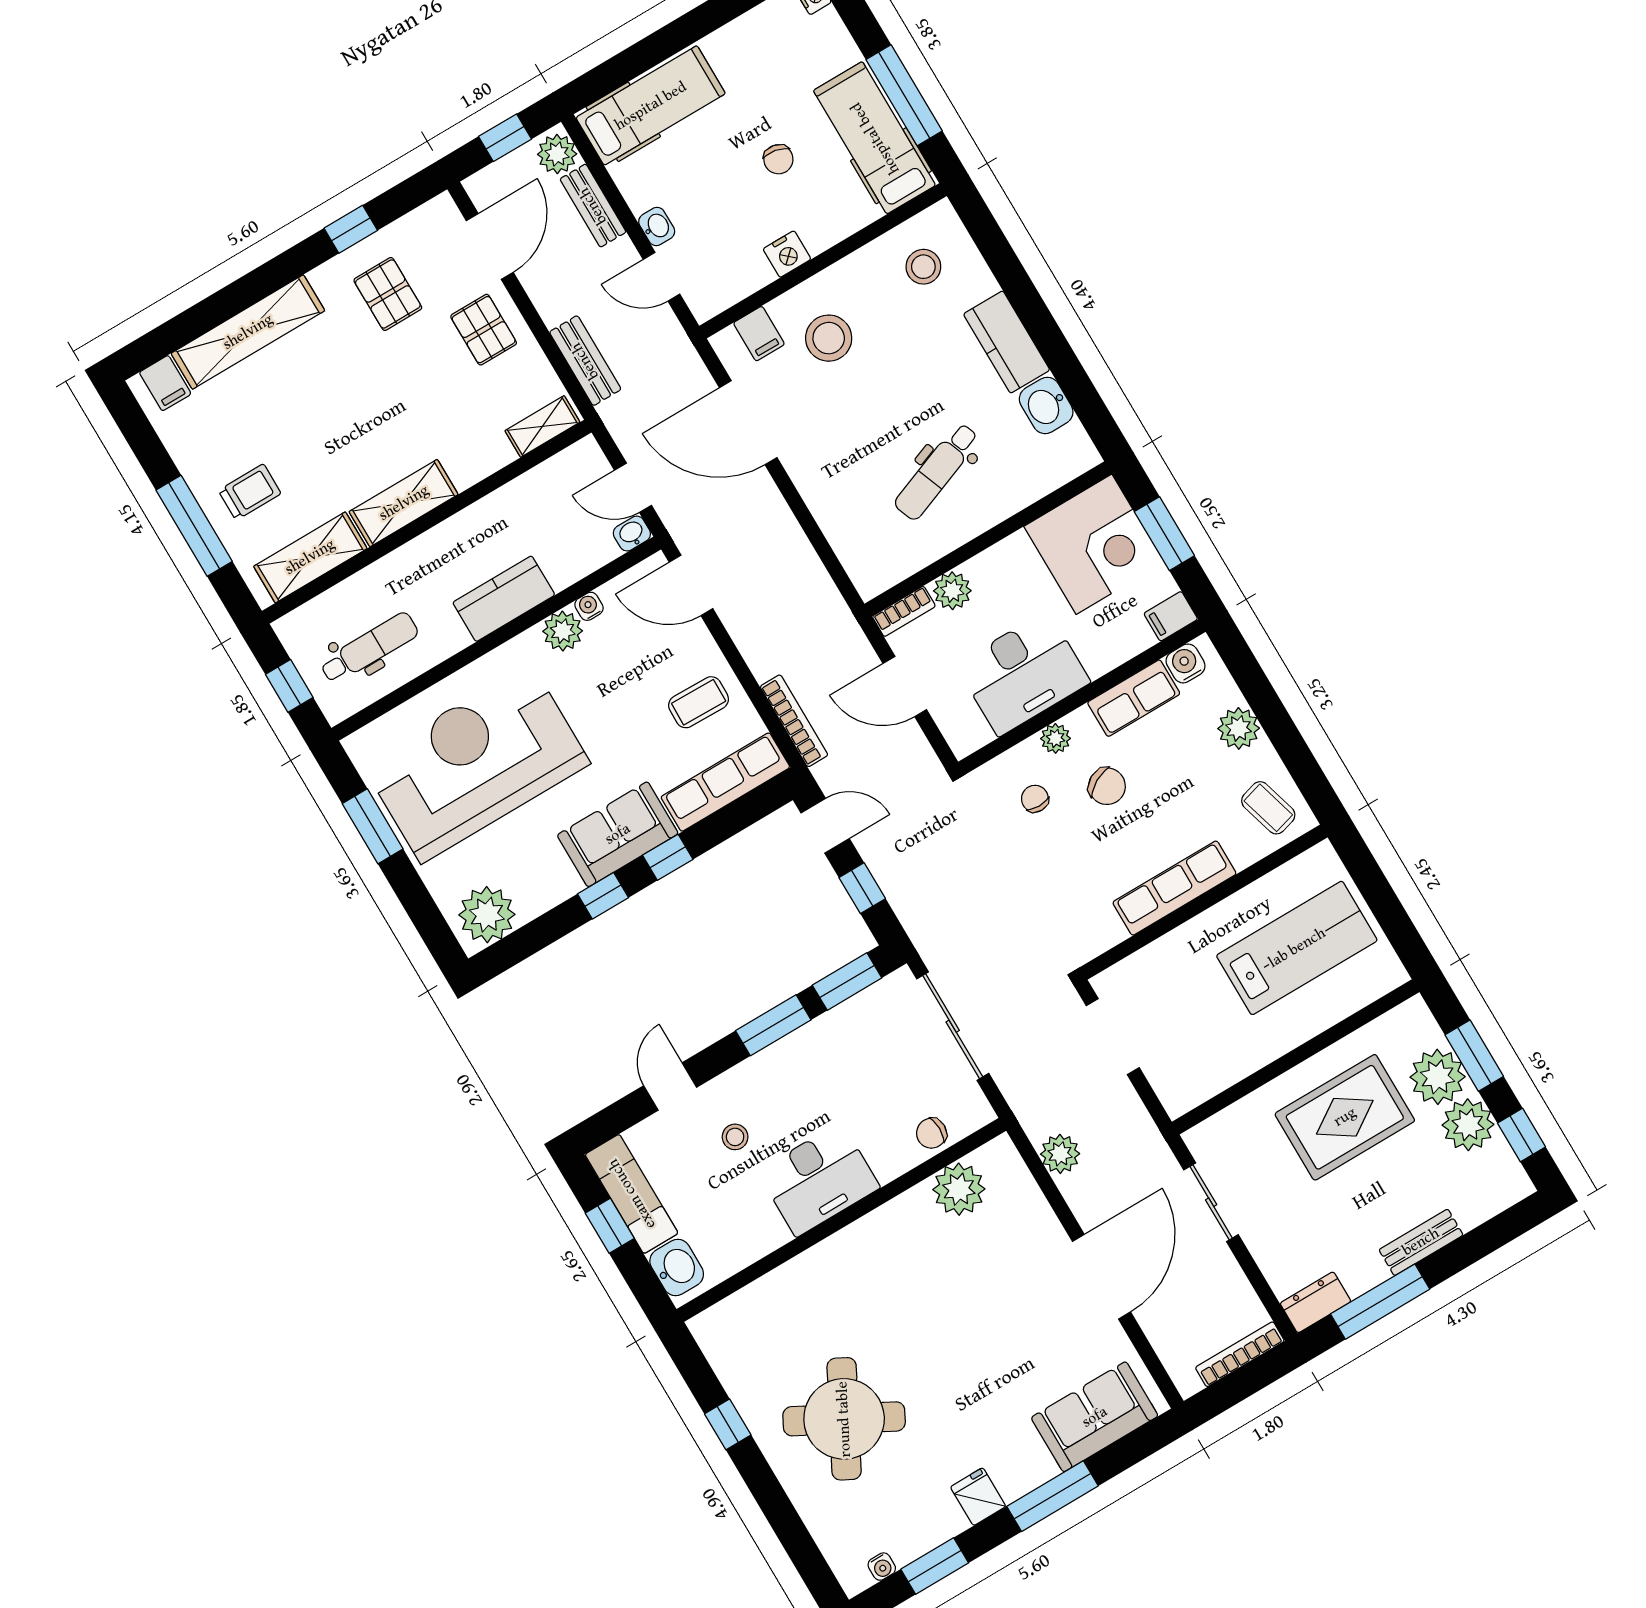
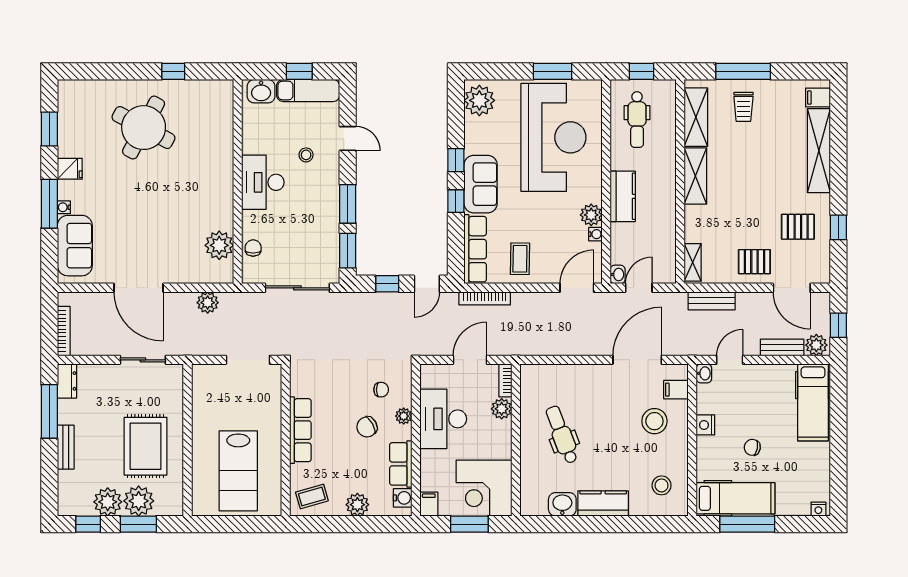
washbasin: (657, 226) -> (704, 373), moved, turned -90
water cooler: (882, 1567) -> (64, 207), moved

